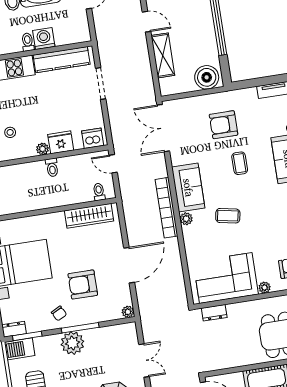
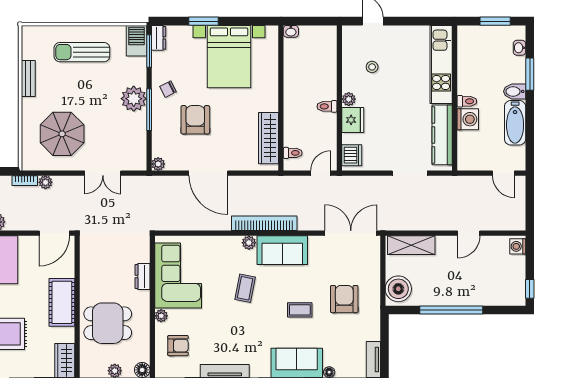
shelving: (163, 55) -> (411, 245), moved
dresser: (214, 313) -> (142, 277), moved

